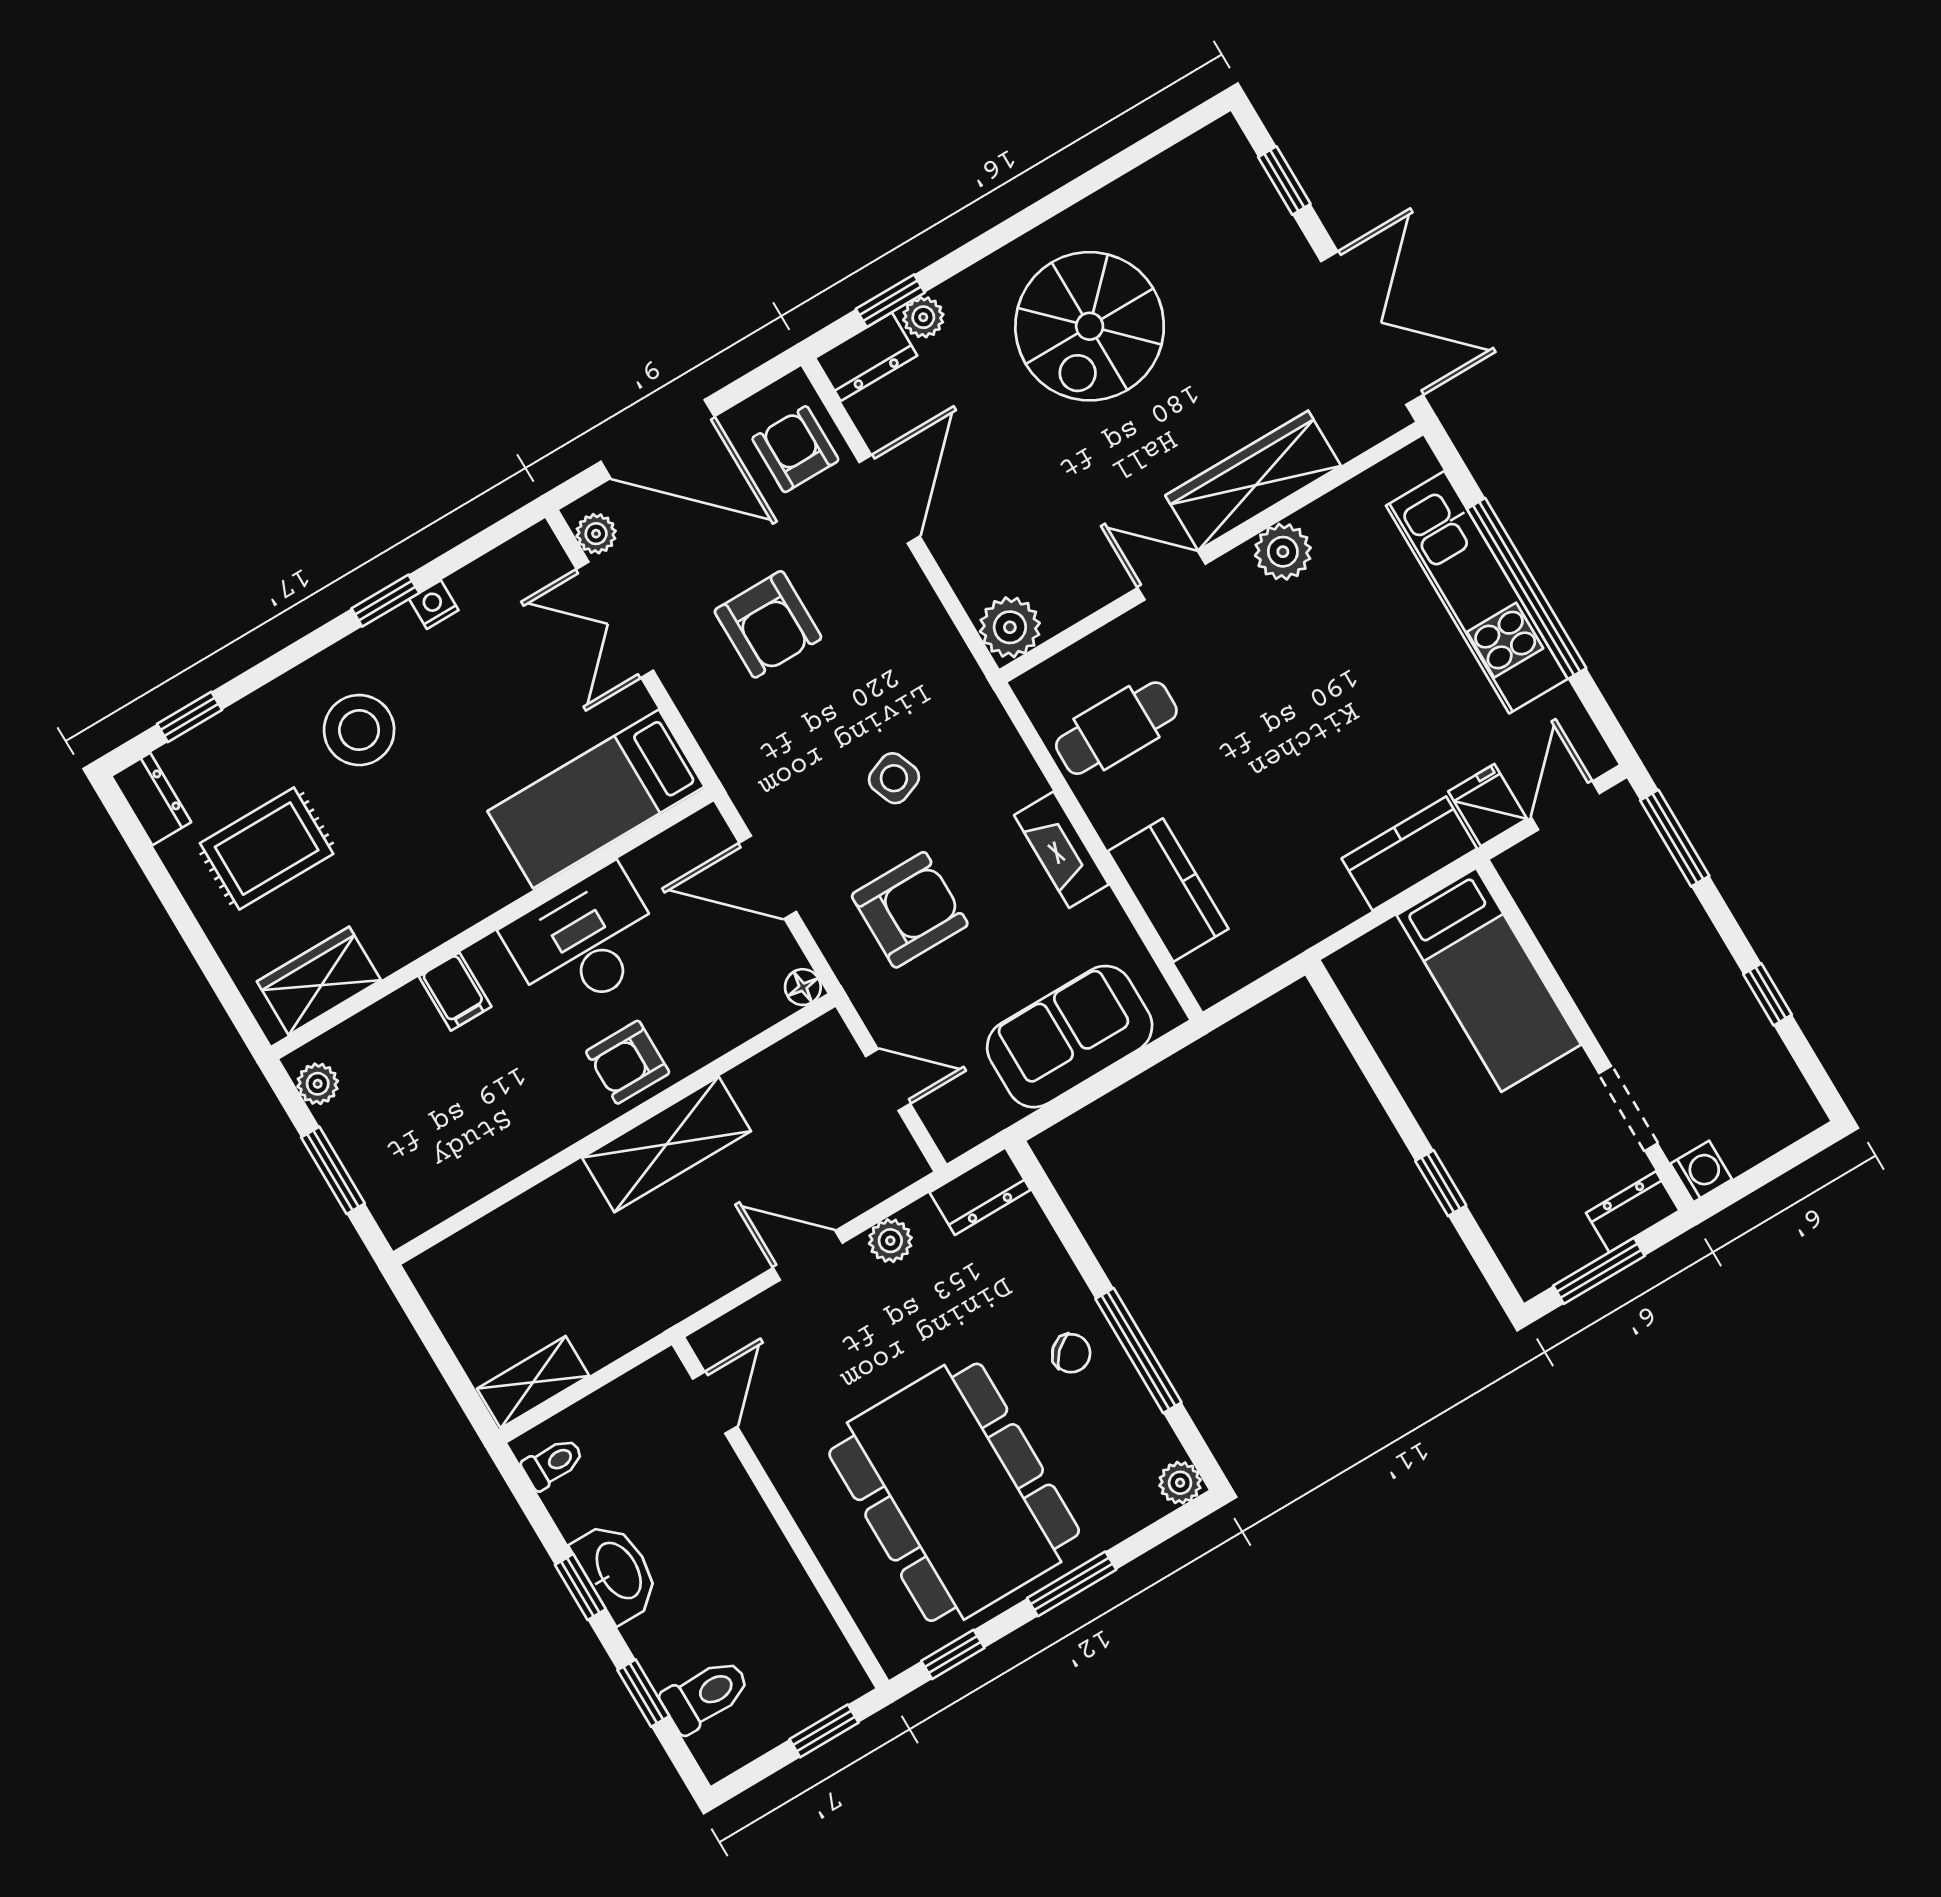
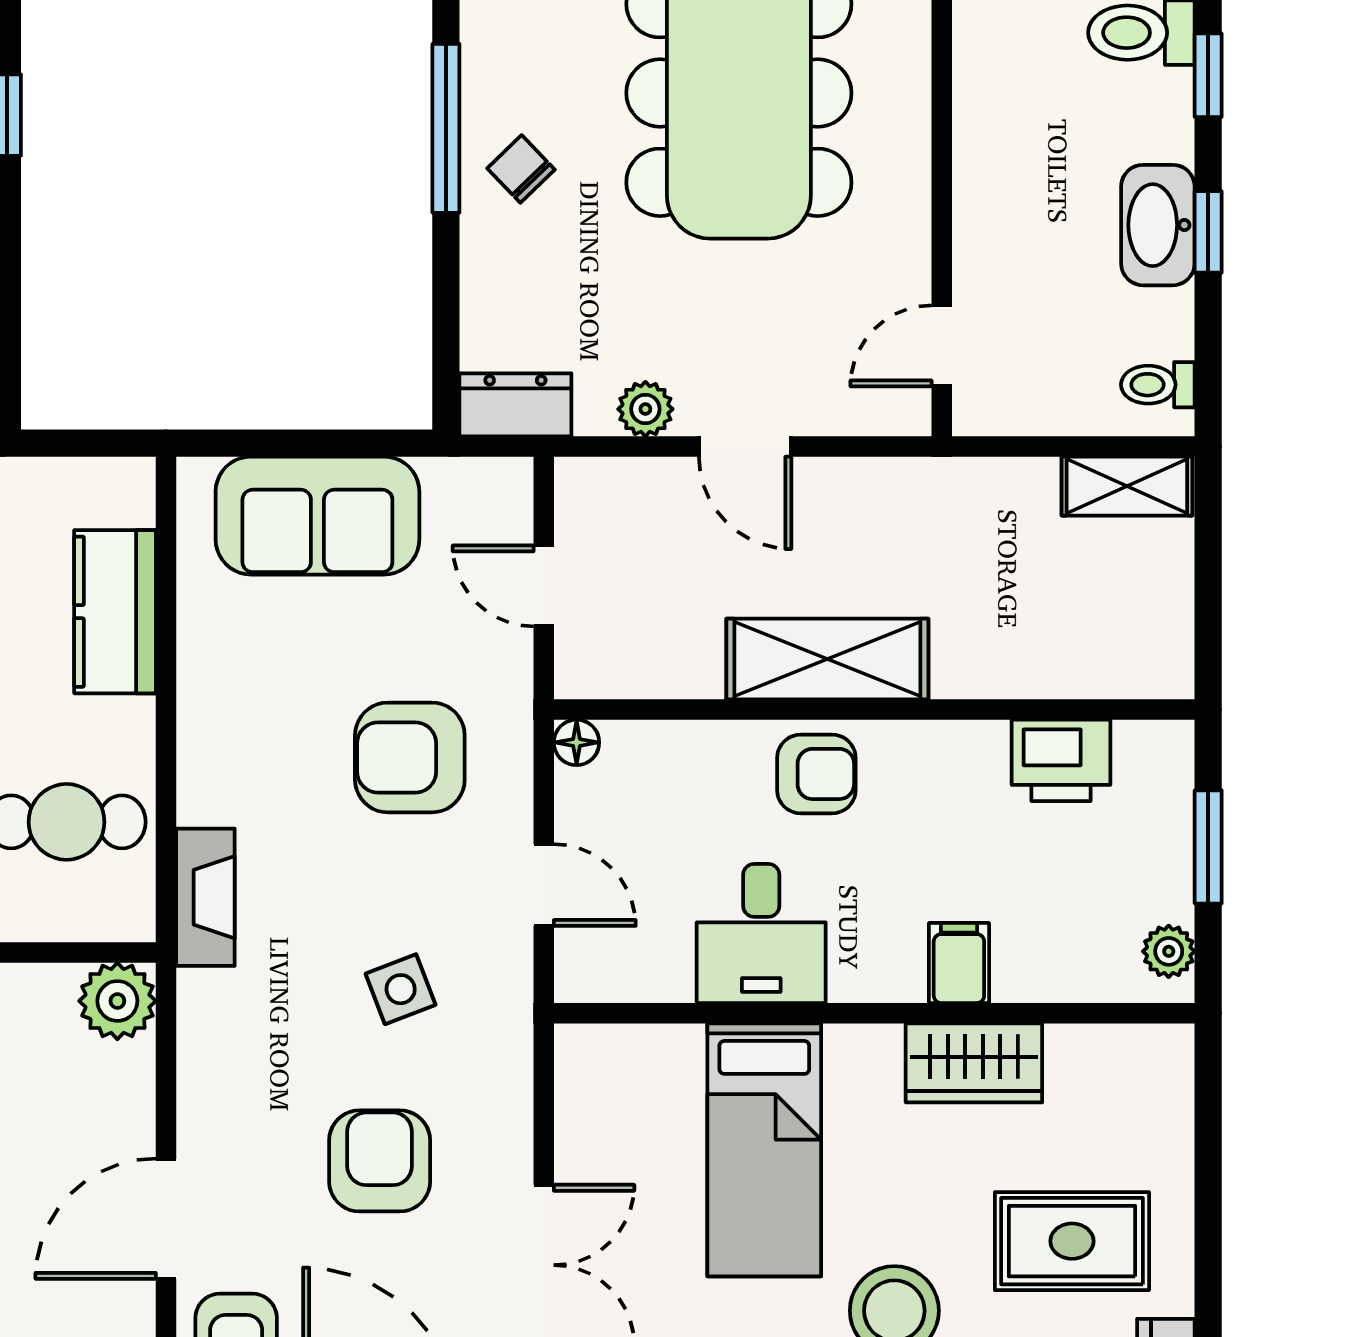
side table: (894, 778) -> (401, 989), moved
bed: (596, 799) -> (764, 1150), moved, turned 90
fireplace: (1061, 850) -> (205, 897), moved
door: (768, 877) -> (544, 885), width x0.73
desk: (585, 942) -> (761, 933), width x0.73
wardrobe: (319, 981) -> (974, 1063), moved
printer: (467, 1170) -> (1061, 760), added

